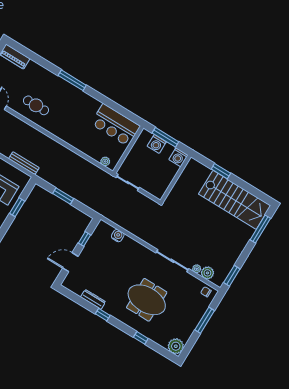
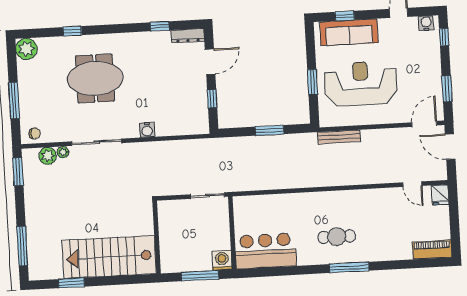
cafe table: (36, 105) -> (337, 237), moved
washing machine: (157, 144) -> (222, 260), moved
washing machine: (178, 157) -> (170, 263), removed
plant: (105, 161) -> (249, 202), removed
window: (221, 171) -> (71, 283), moved
stairs: (235, 200) -> (109, 257), moved
water cooler: (118, 236) -> (147, 130), moved
dresser: (93, 299) -> (188, 36), moved
window: (103, 315) -> (160, 26), moved

